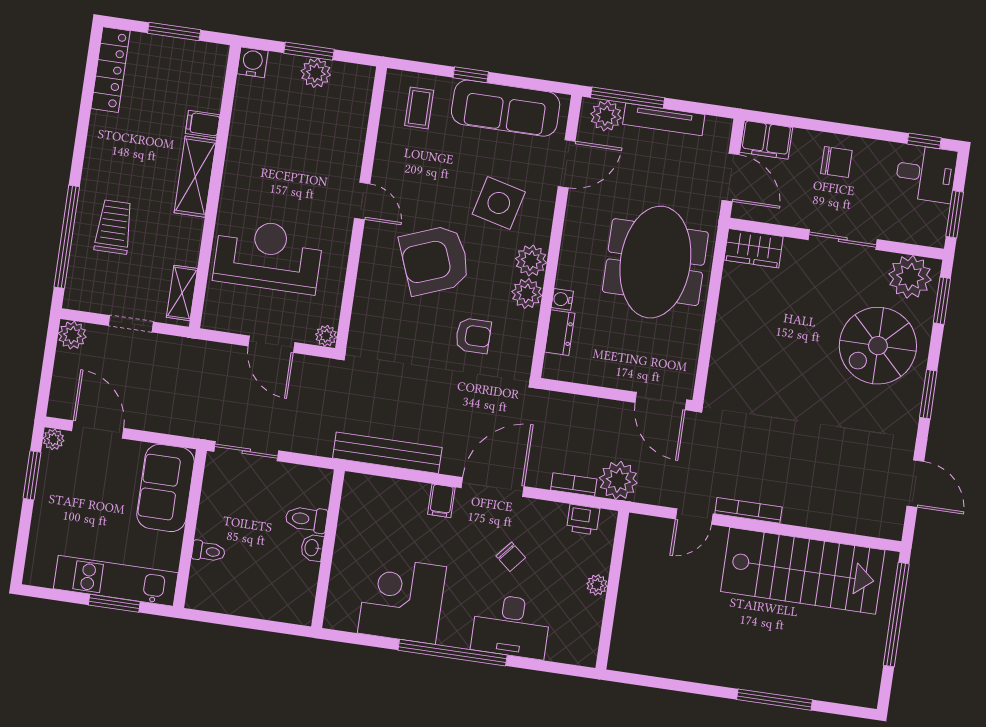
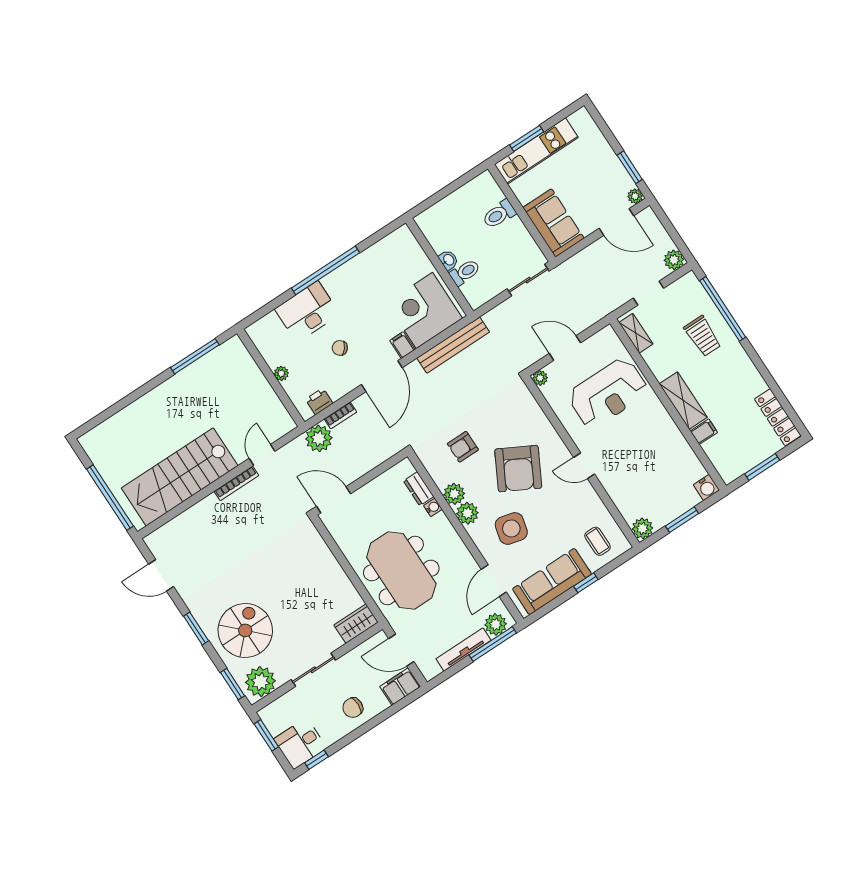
plant: (316, 73) -> (642, 528), moved
armchair: (435, 260) -> (518, 469), turned 139
toilet: (208, 551) -> (499, 214), width x1.37, depth x1.39
corner desk: (402, 600) -> (424, 310), moved, turned 180
window: (774, 700) -> (195, 356), moved

